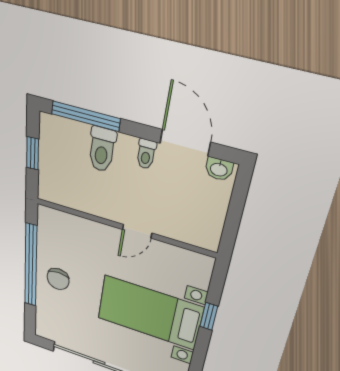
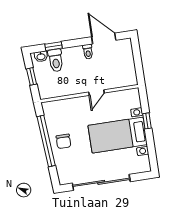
window: (85, 116) -> (53, 46), width x0.46
toilet: (102, 149) -> (56, 60), moved
washbasin: (219, 169) -> (41, 56), moved

